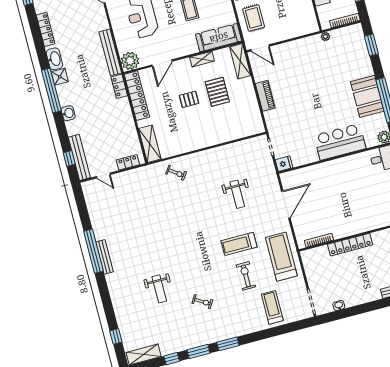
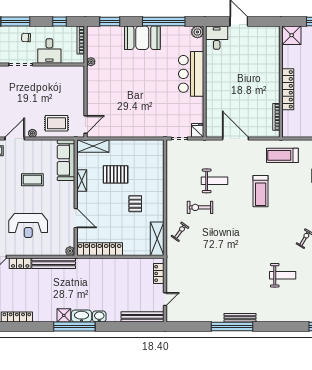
washbasin: (54, 59) -> (82, 316), moved
plant: (130, 61) -> (70, 251), width x0.53, depth x0.53
locker: (119, 86) -> (20, 263), moved
piano: (265, 96) -> (131, 131), removed
booth: (367, 96) -> (142, 38), moved
pallet: (189, 99) -> (135, 204), moved
shelving: (150, 144) -> (157, 239), moved, turned 90
window: (69, 158) -> (141, 327), removed
treadmill: (281, 257) -> (282, 155), width x0.73, depth x0.73
exercise bike: (246, 276) -> (200, 207), moved

